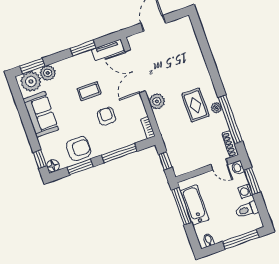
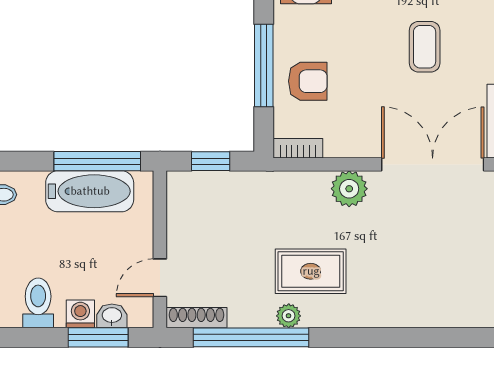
armchair: (106, 116) -> (308, 81), moved
washbasin: (238, 168) -> (112, 316), moved

